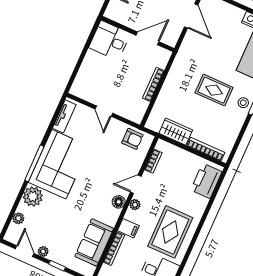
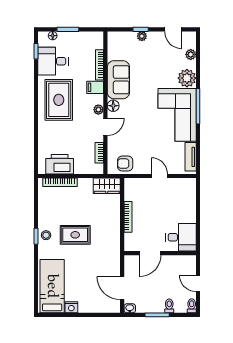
wardrobe: (176, 132) -> (107, 186), moved
printer: (206, 181) -> (60, 164), moved, turned -90
sofa: (94, 242) -> (118, 80), moved
plant: (43, 251) -> (142, 36), moved

